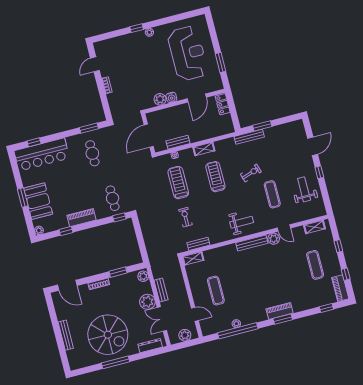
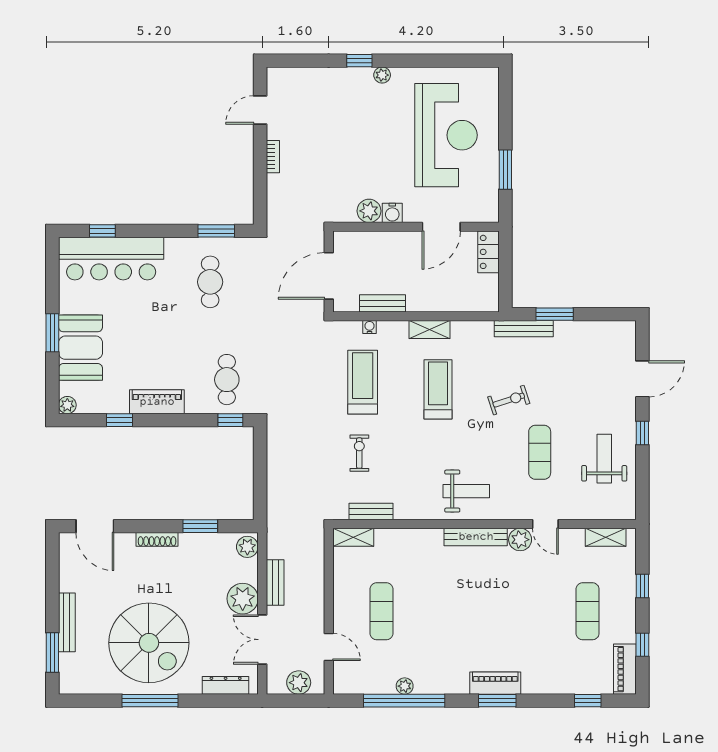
window: (62, 351) -> (52, 652), added

